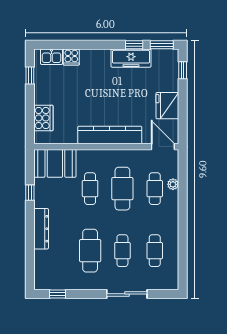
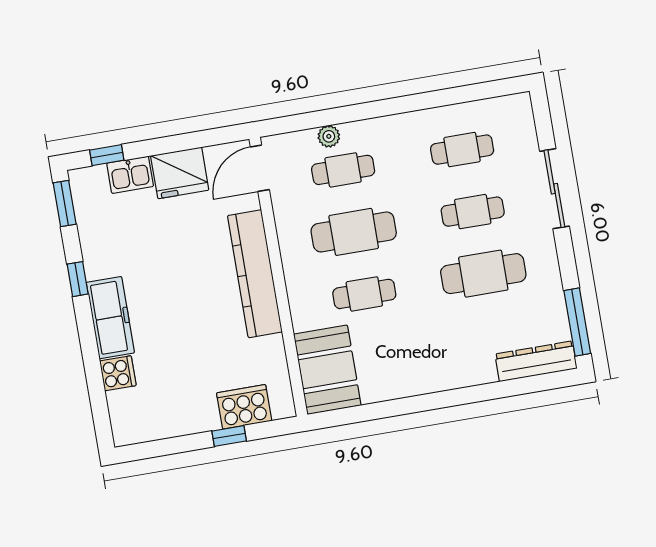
window: (134, 45) -> (78, 279), moved
kitchen sink: (51, 57) -> (130, 175), moved, turned 90
freezer: (131, 58) -> (110, 318), moved
window: (30, 76) -> (229, 436), moved
window: (30, 193) -> (392, 408), removed
dresser: (41, 229) -> (536, 361), moved
window: (57, 294) -> (577, 322), width x2.17

